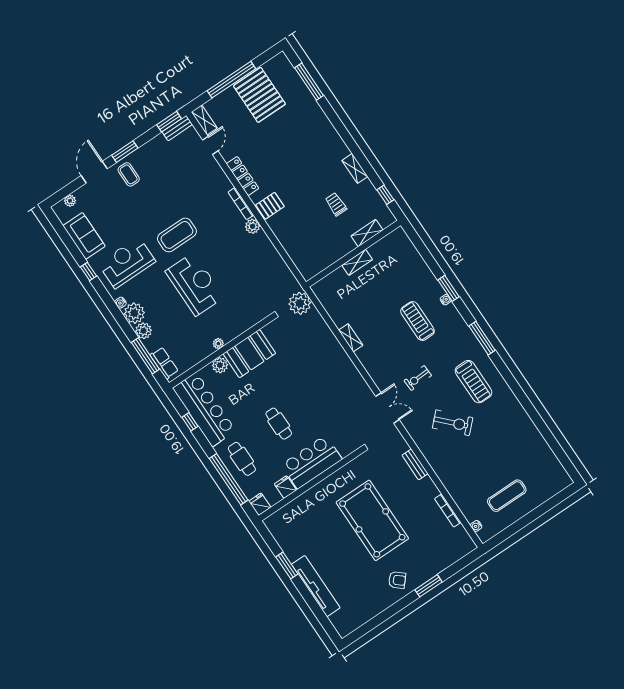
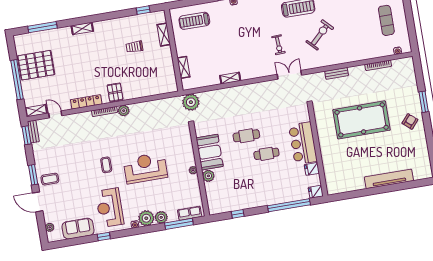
shelving: (355, 168) -> (82, 28), moved
coffee table: (177, 235) -> (106, 165), width x0.54, depth x0.58
shelving: (357, 262) -> (184, 67), moved
treadmill: (418, 321) -> (194, 21), moved
bar counter: (204, 409) -> (234, 200), removed
cafe table: (242, 459) -> (246, 136), moved
window: (287, 565) -> (366, 192), removed

